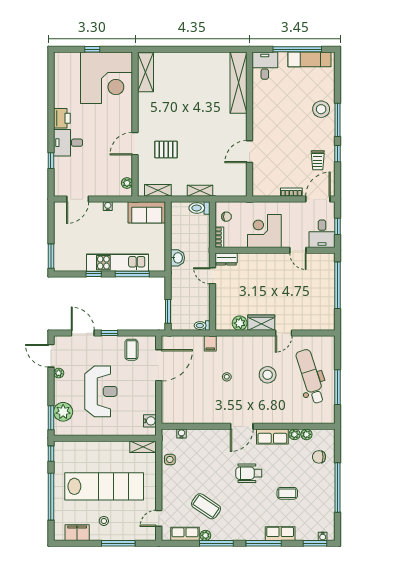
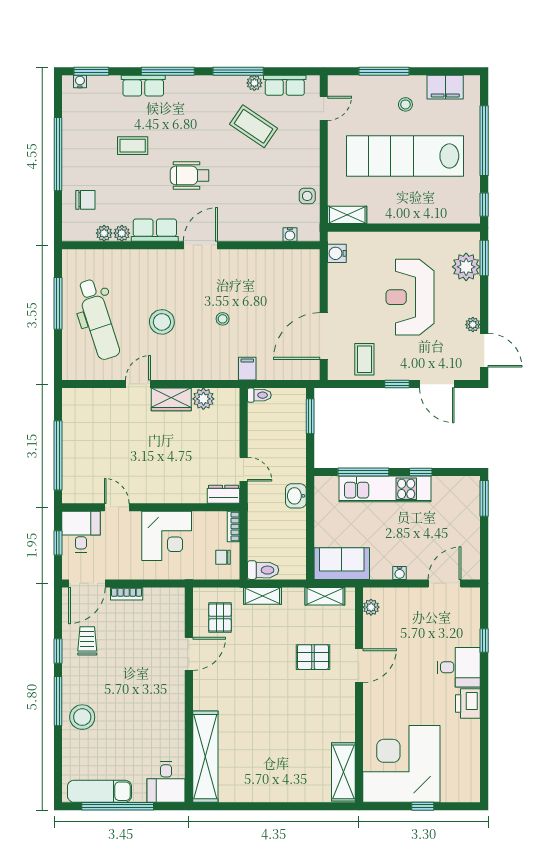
pallet: (229, 176) -> (220, 618), added
wheelchair: (249, 473) -> (190, 175), turned 180

